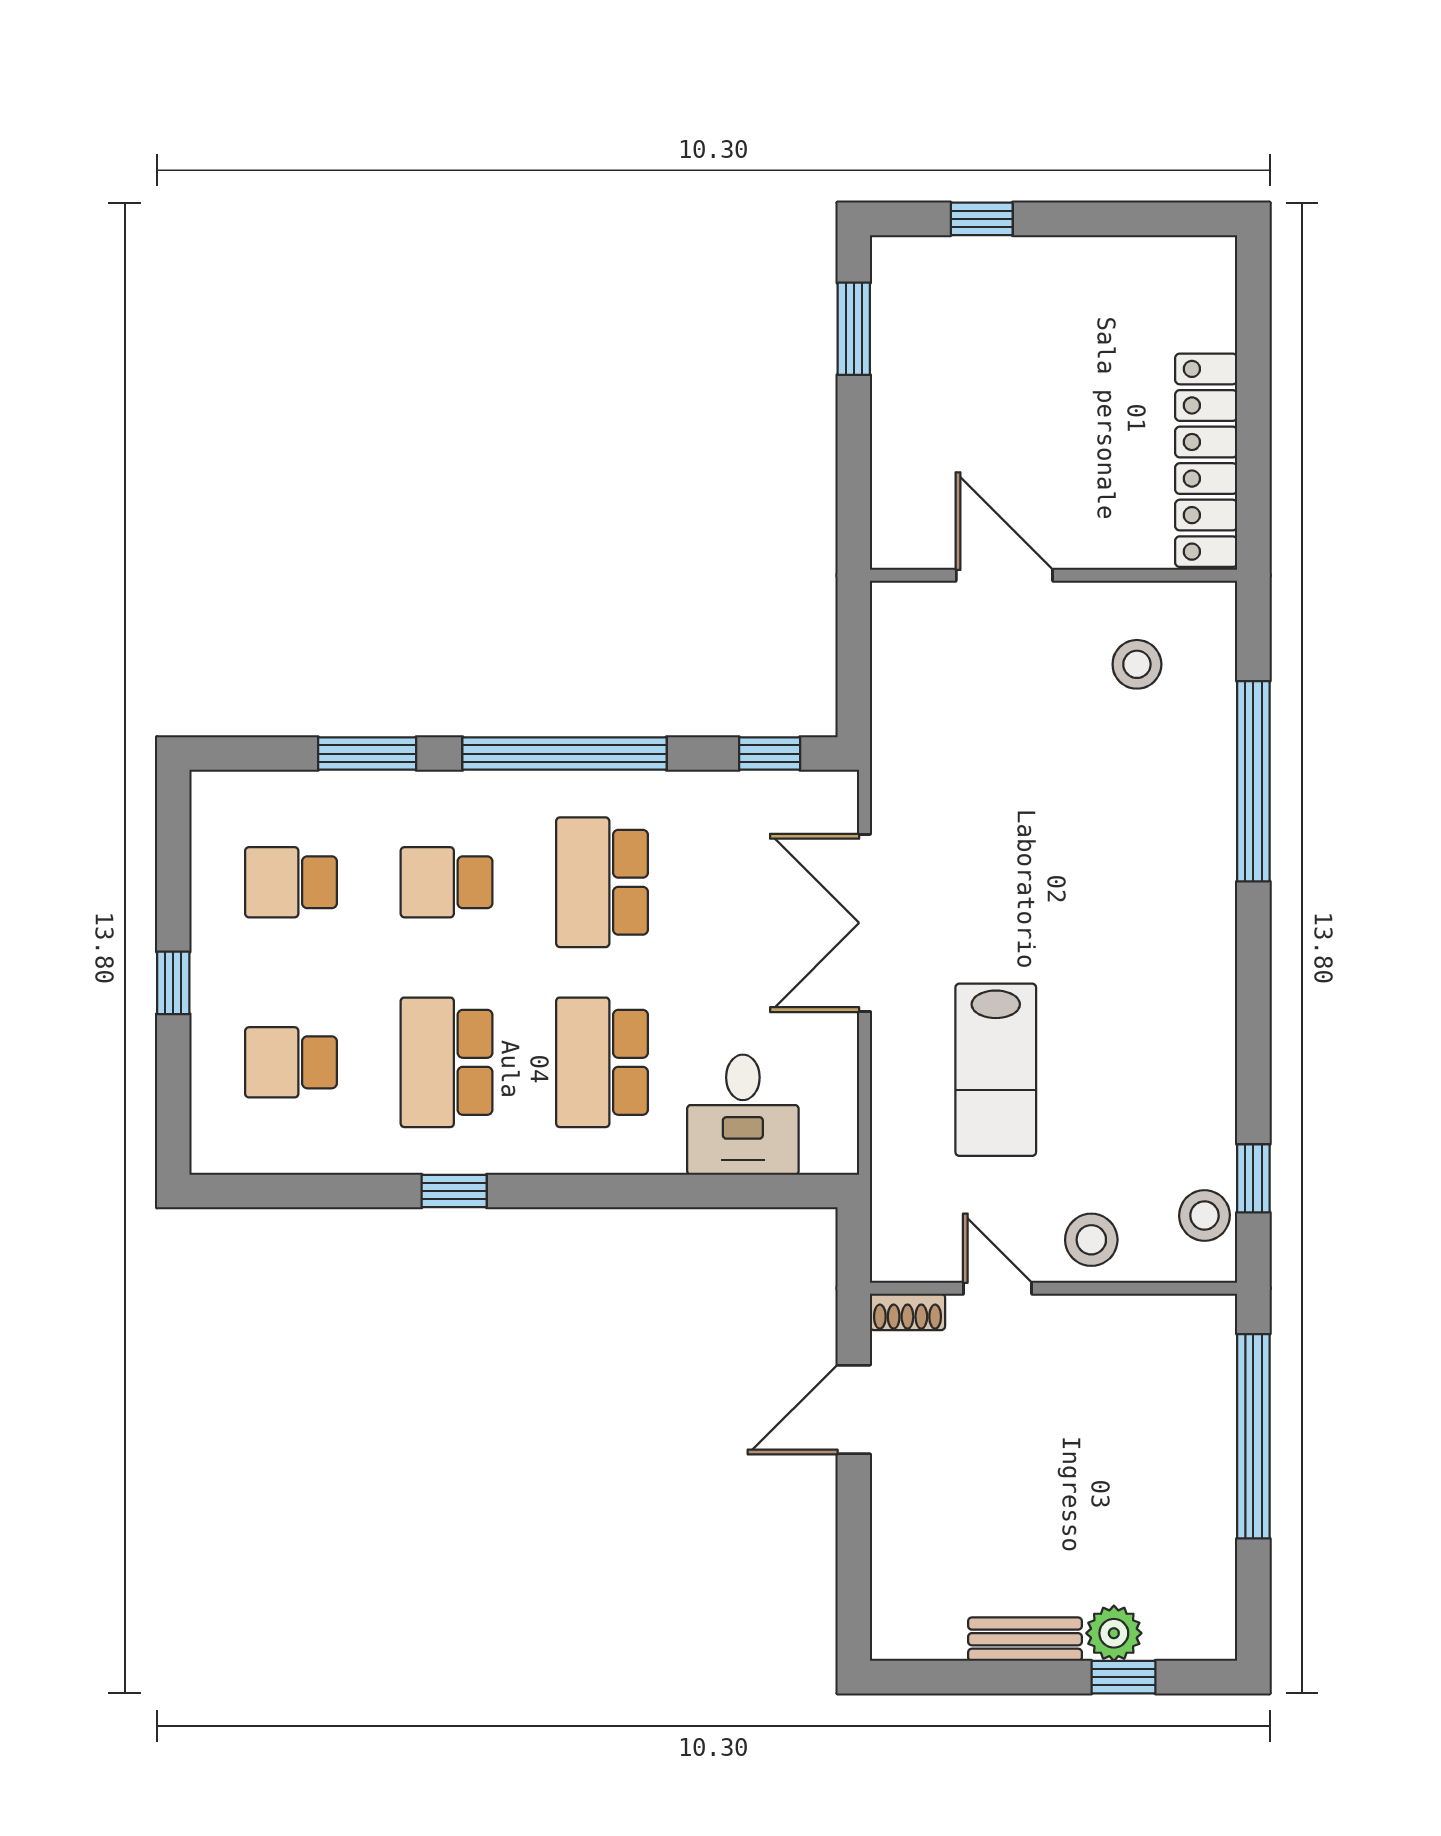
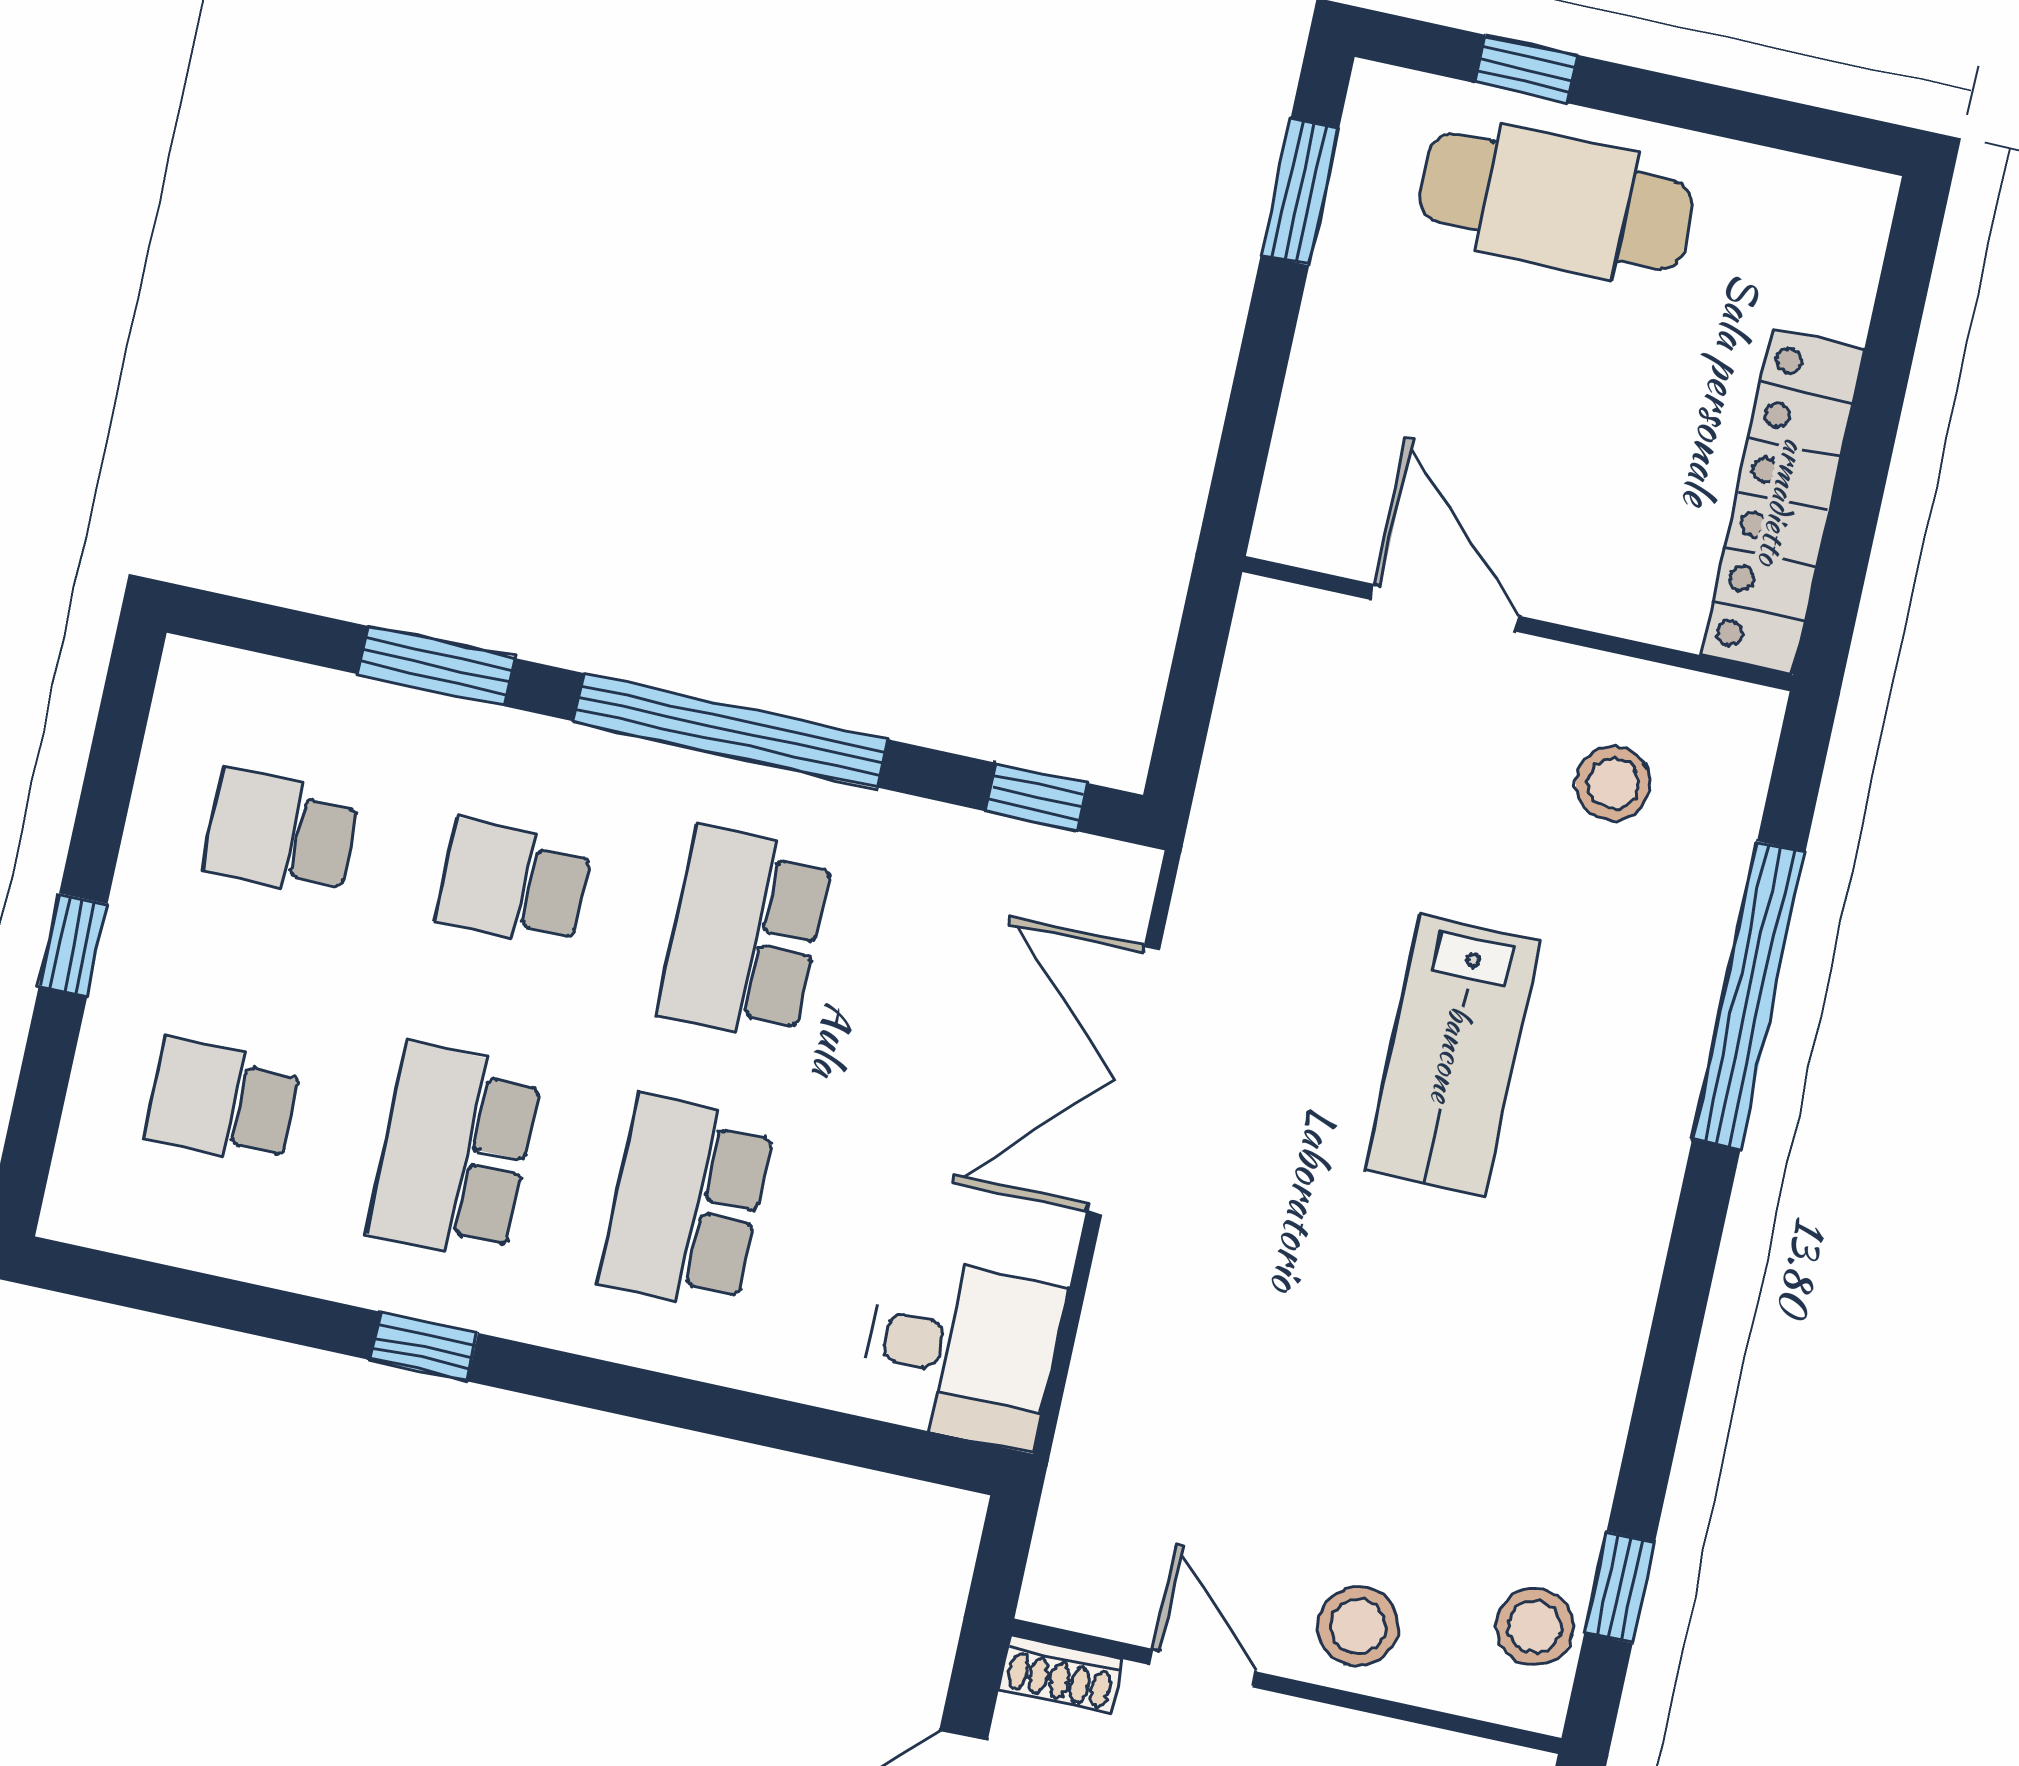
cafe table: (1019, 300) -> (1557, 202), added
lab bench: (996, 1070) -> (1452, 1055), moved
desk: (743, 1115) -> (962, 1351), moved, turned -90

